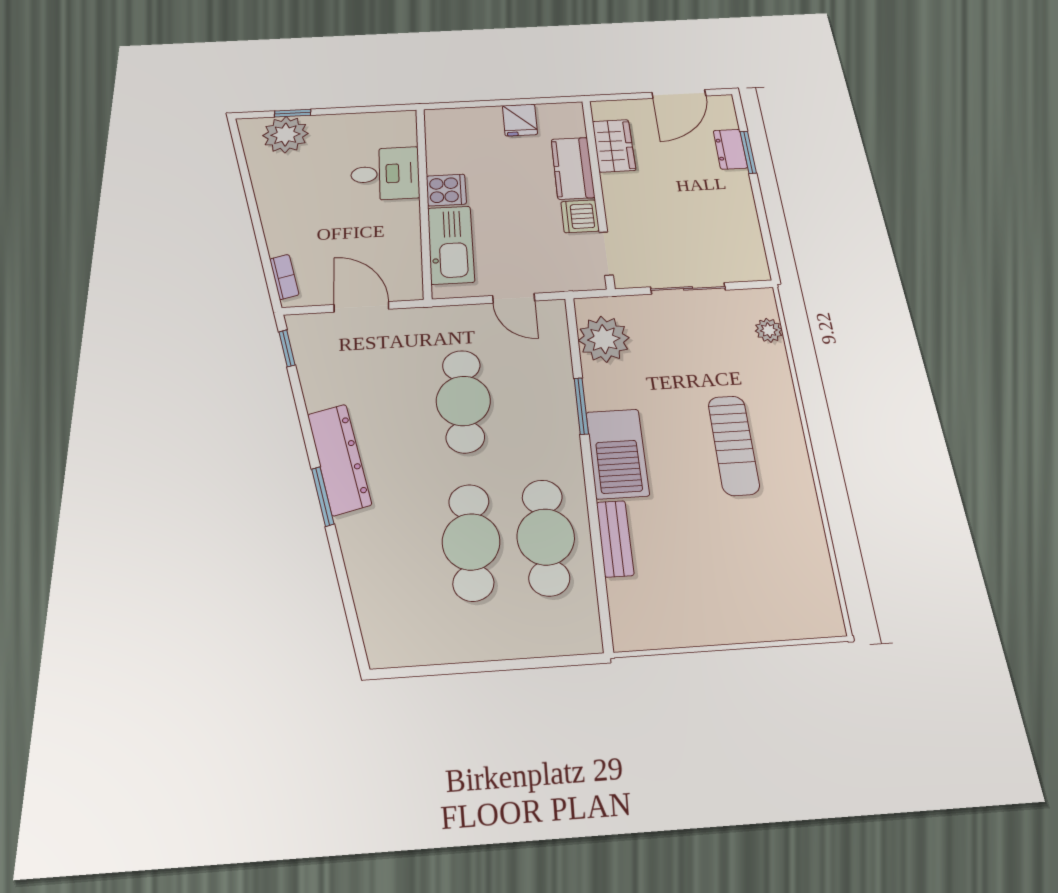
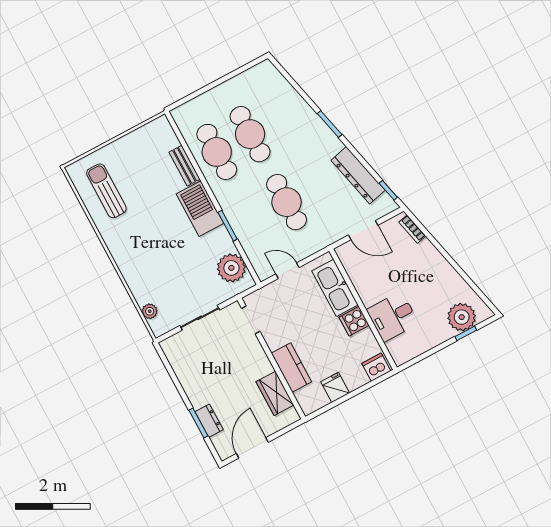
dishwasher: (580, 216) -> (376, 367), moved, turned -90
sun lounger: (734, 445) -> (106, 191), moved
dresser: (339, 459) -> (358, 175), moved

